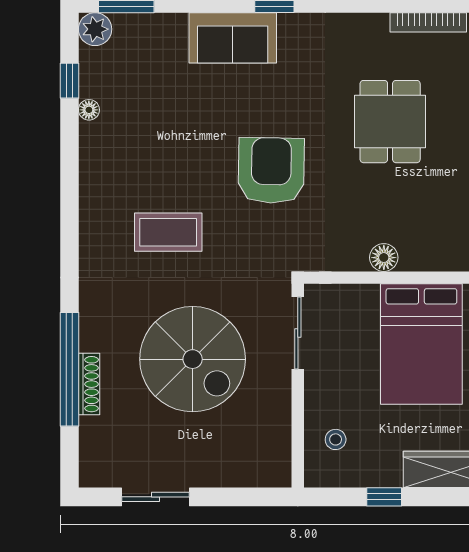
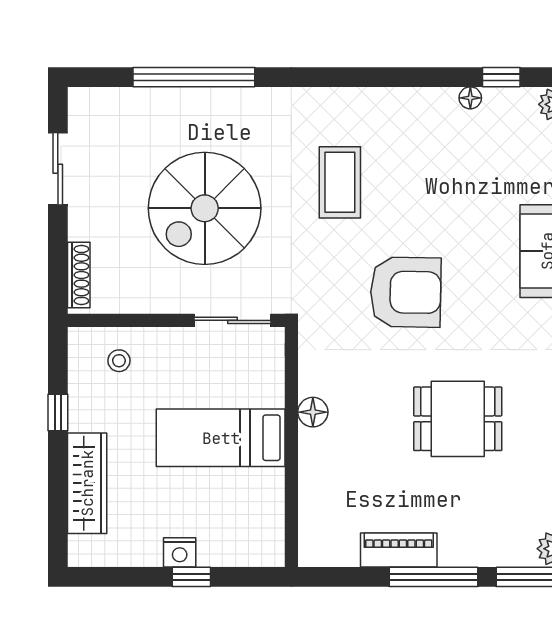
bed: (421, 344) -> (221, 438), width x0.67
shoe rack: (89, 384) -> (79, 275), moved, turned -90

